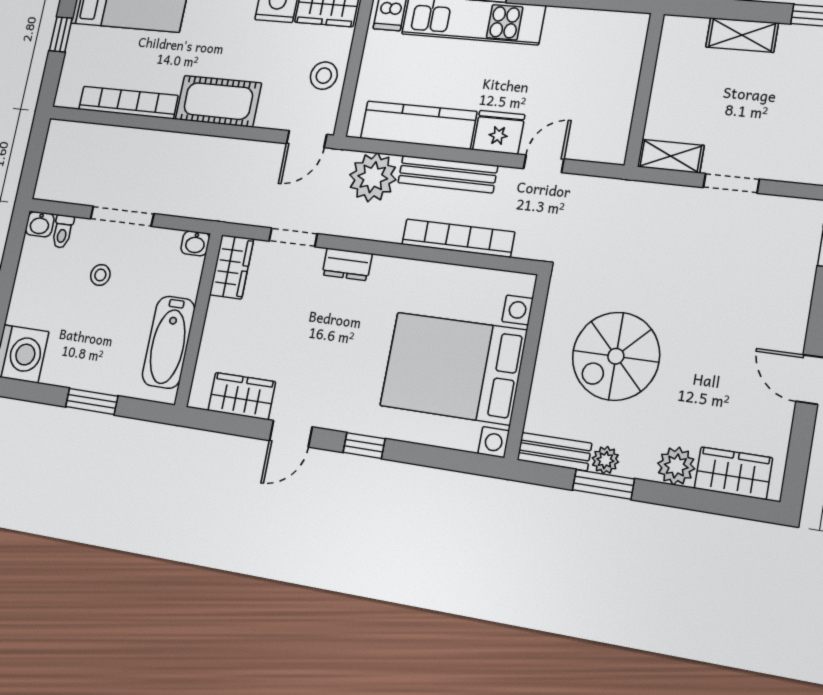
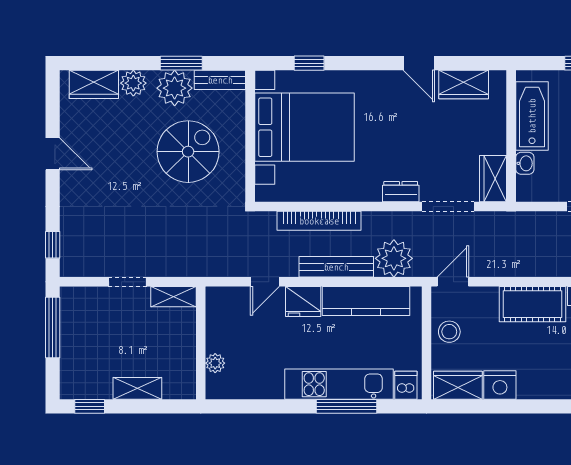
plant: (629, 61) -> (215, 363), added
doorway: (293, 237) -> (448, 207), width x1.38
washbasin: (195, 243) -> (525, 163), moved, turned 90
door: (291, 434) -> (419, 63), swing flipped
window: (364, 446) -> (309, 63), moved
plant: (605, 460) -> (175, 88), width x1.87, depth x1.87

